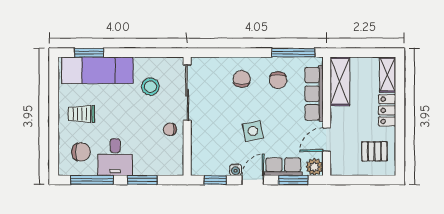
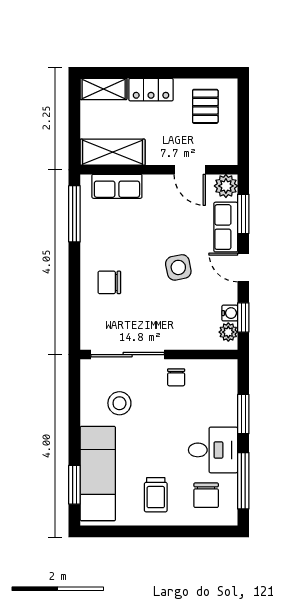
chair: (278, 80) -> (111, 234), removed
row of seats: (314, 94) -> (117, 186), width x0.68
chair: (81, 152) -> (206, 495), turned 180
plant: (204, 169) -> (228, 332), added
water cooler: (236, 170) -> (230, 313), moved

